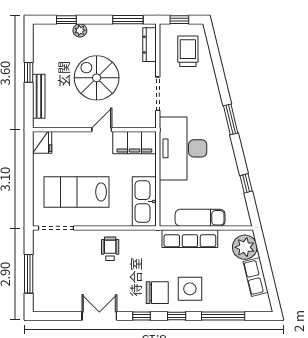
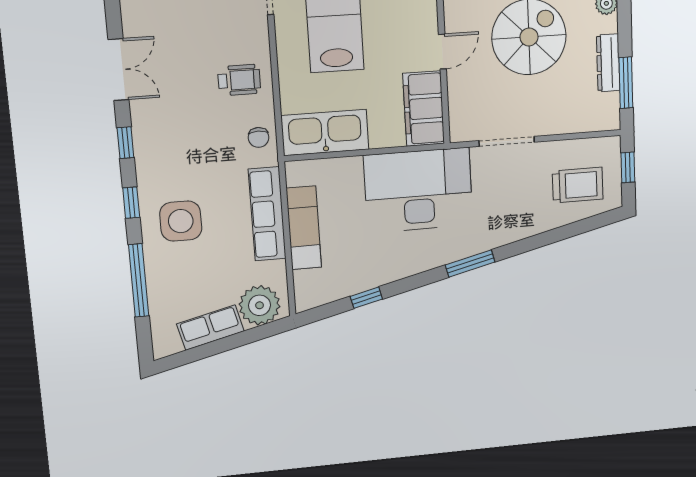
dresser: (150, 45) -> (608, 63), moved, turned -90
door: (102, 130) -> (442, 52), hinge flipped
chair: (157, 293) -> (259, 137), moved, width x0.54, depth x0.54

